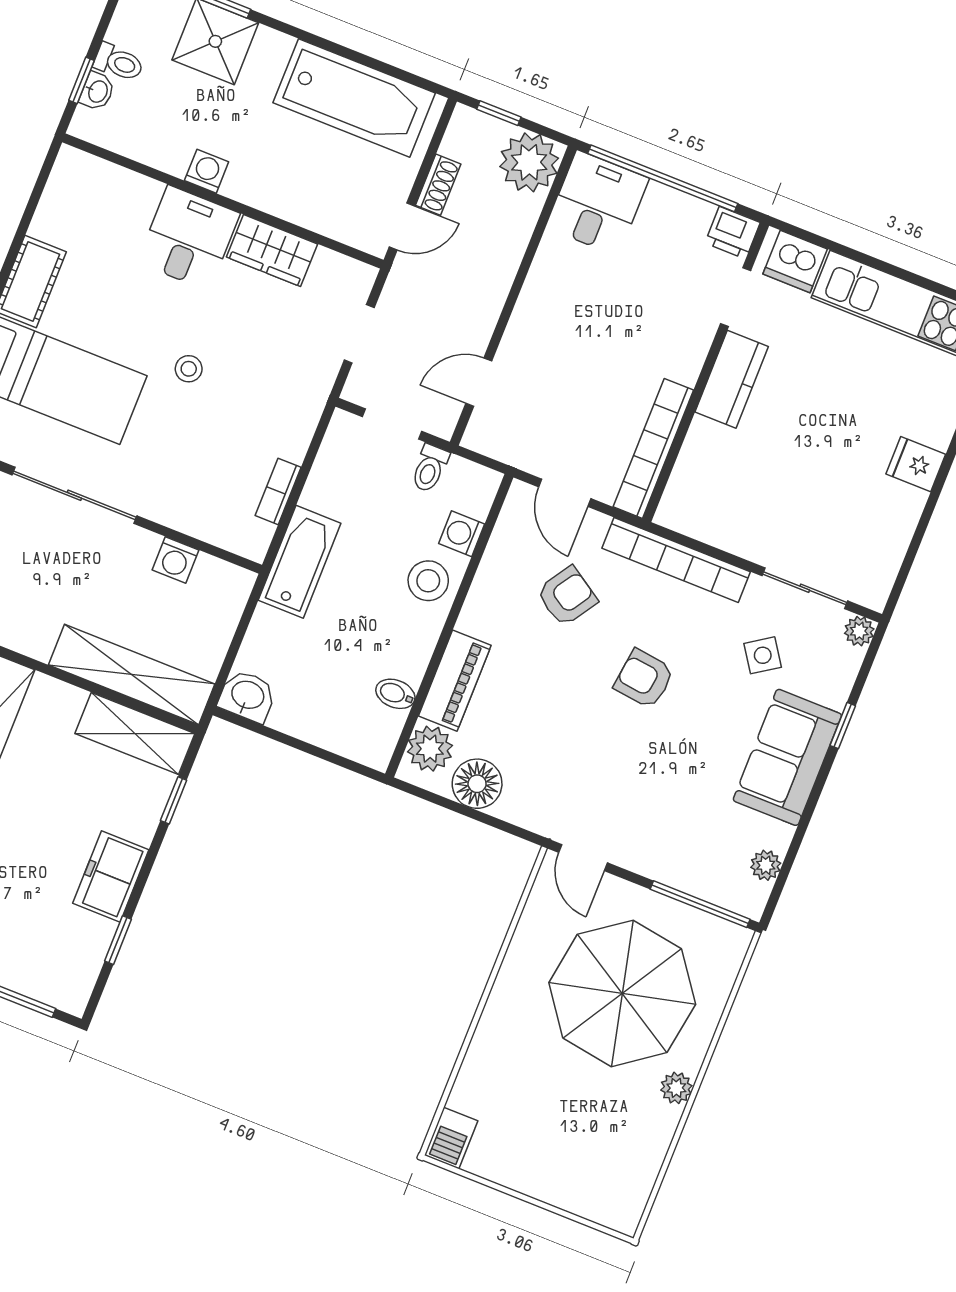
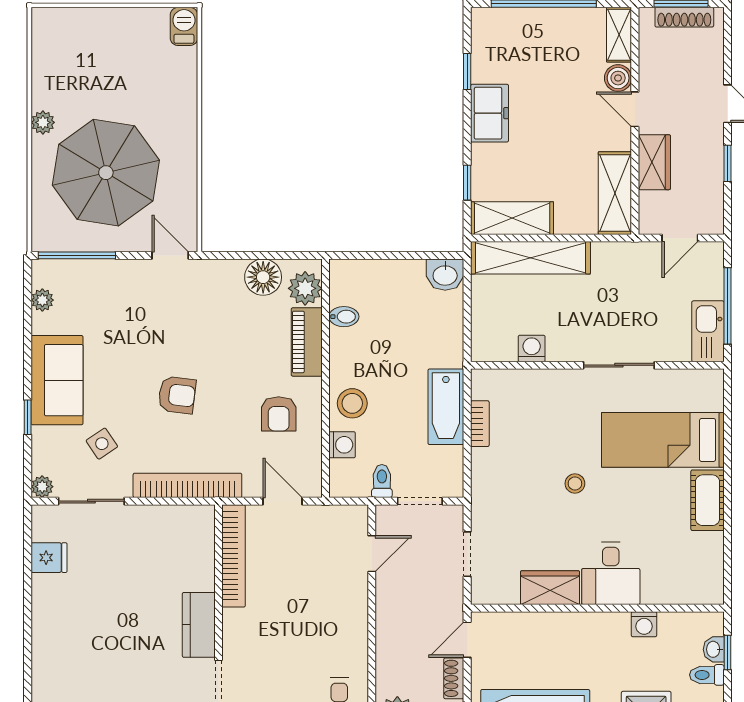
washing machine: (207, 171) -> (644, 624), moved
fridge: (916, 464) -> (49, 558), moved
sliding door: (74, 495) -> (619, 365), width x0.73
bathtub: (300, 562) -> (446, 407), moved
armchair: (567, 596) -> (279, 414), moved, turned -33

